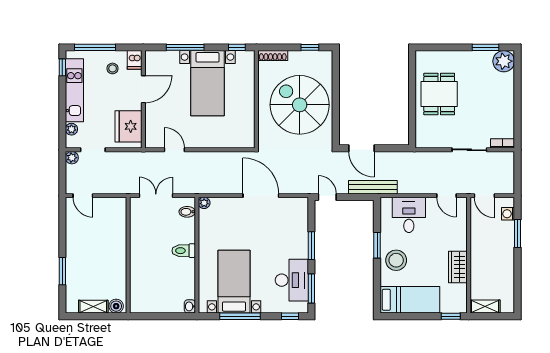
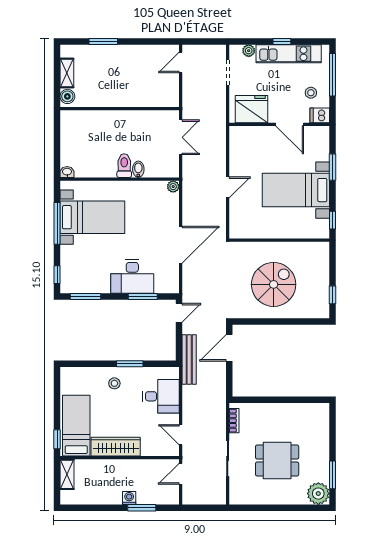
window: (185, 47) -> (332, 167), width x0.69
shoe rack: (273, 56) -> (324, 257), removed
window: (62, 67) -> (282, 41), moved
dining table: (439, 94) -> (277, 461), moved
spiral stairs: (300, 105) -> (274, 284), width x0.73, depth x0.73
bookcase: (502, 143) -> (234, 421), moved
door: (174, 150) -> (228, 187), moved
plant: (72, 158) -> (219, 51), removed
door: (446, 196) -> (181, 435), hinge flipped
bidet: (187, 212) -> (138, 169), moved
washing machine: (508, 214) -> (129, 498), moved
window: (311, 246) -> (143, 296), moved
stool: (396, 260) -> (114, 383), width x0.53, depth x0.53
wardrobe: (458, 267) -> (116, 447), width x1.50
desk: (292, 280) -> (132, 276), moved
bed: (410, 300) -> (76, 426), moved, turned 180

